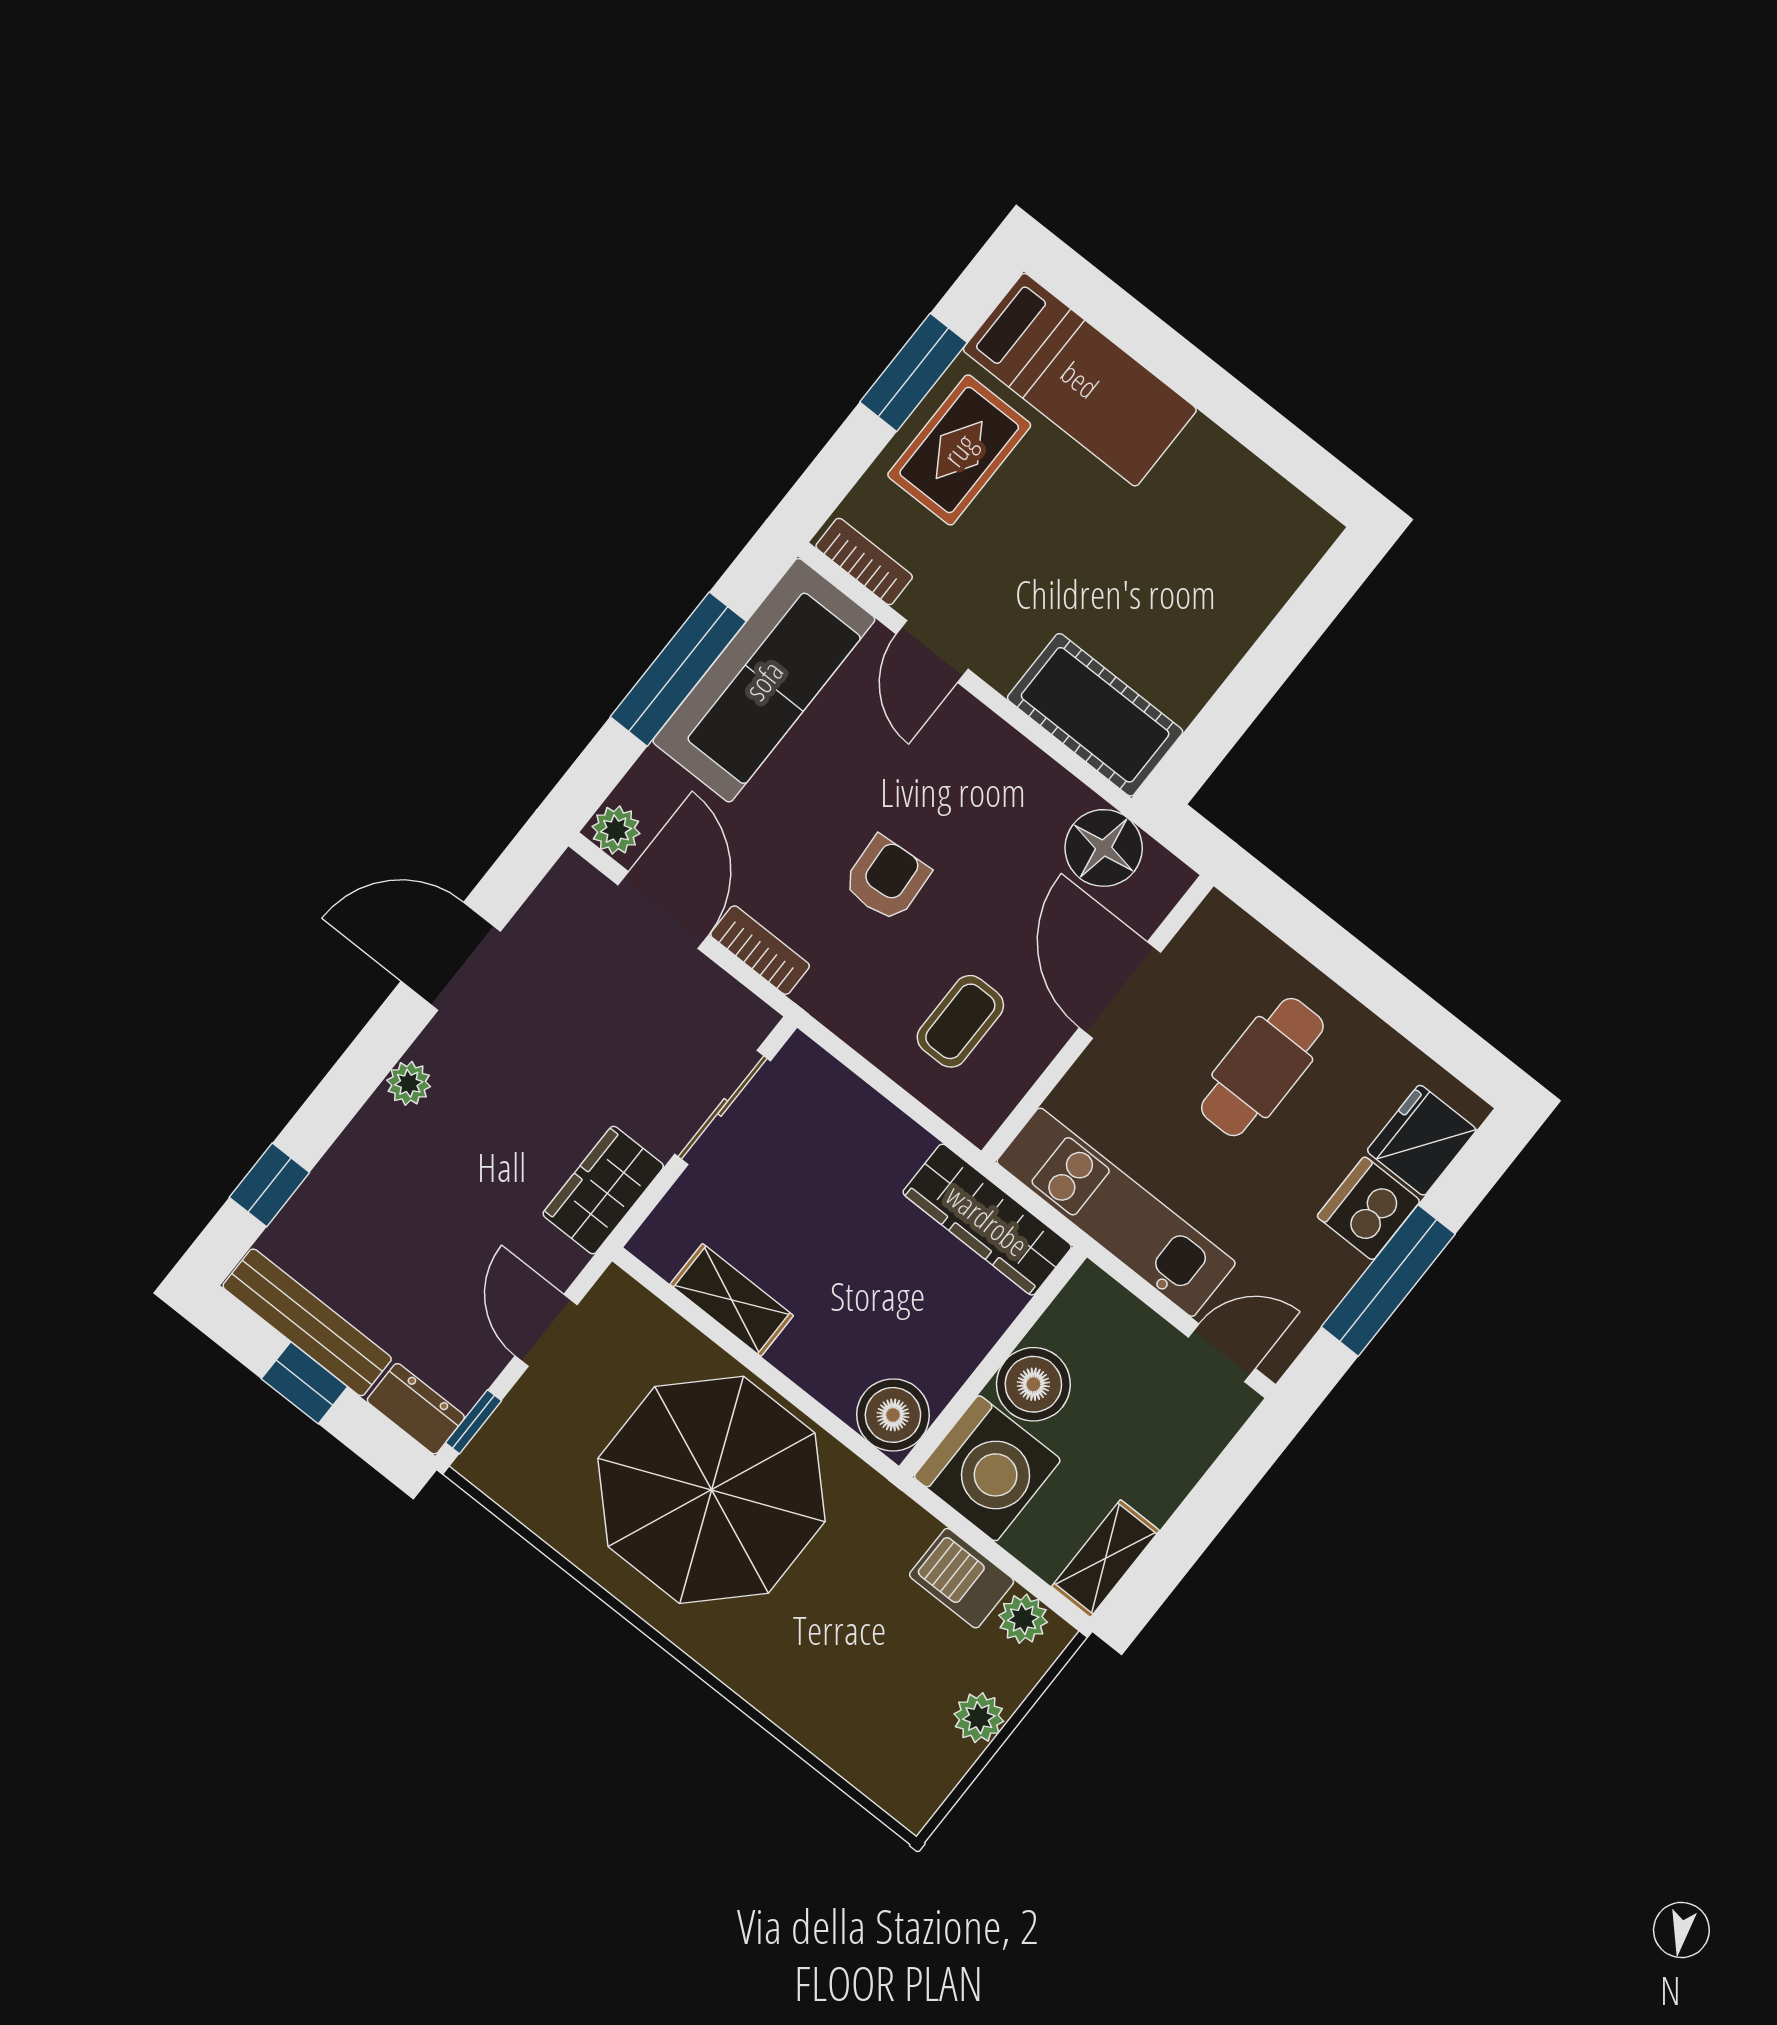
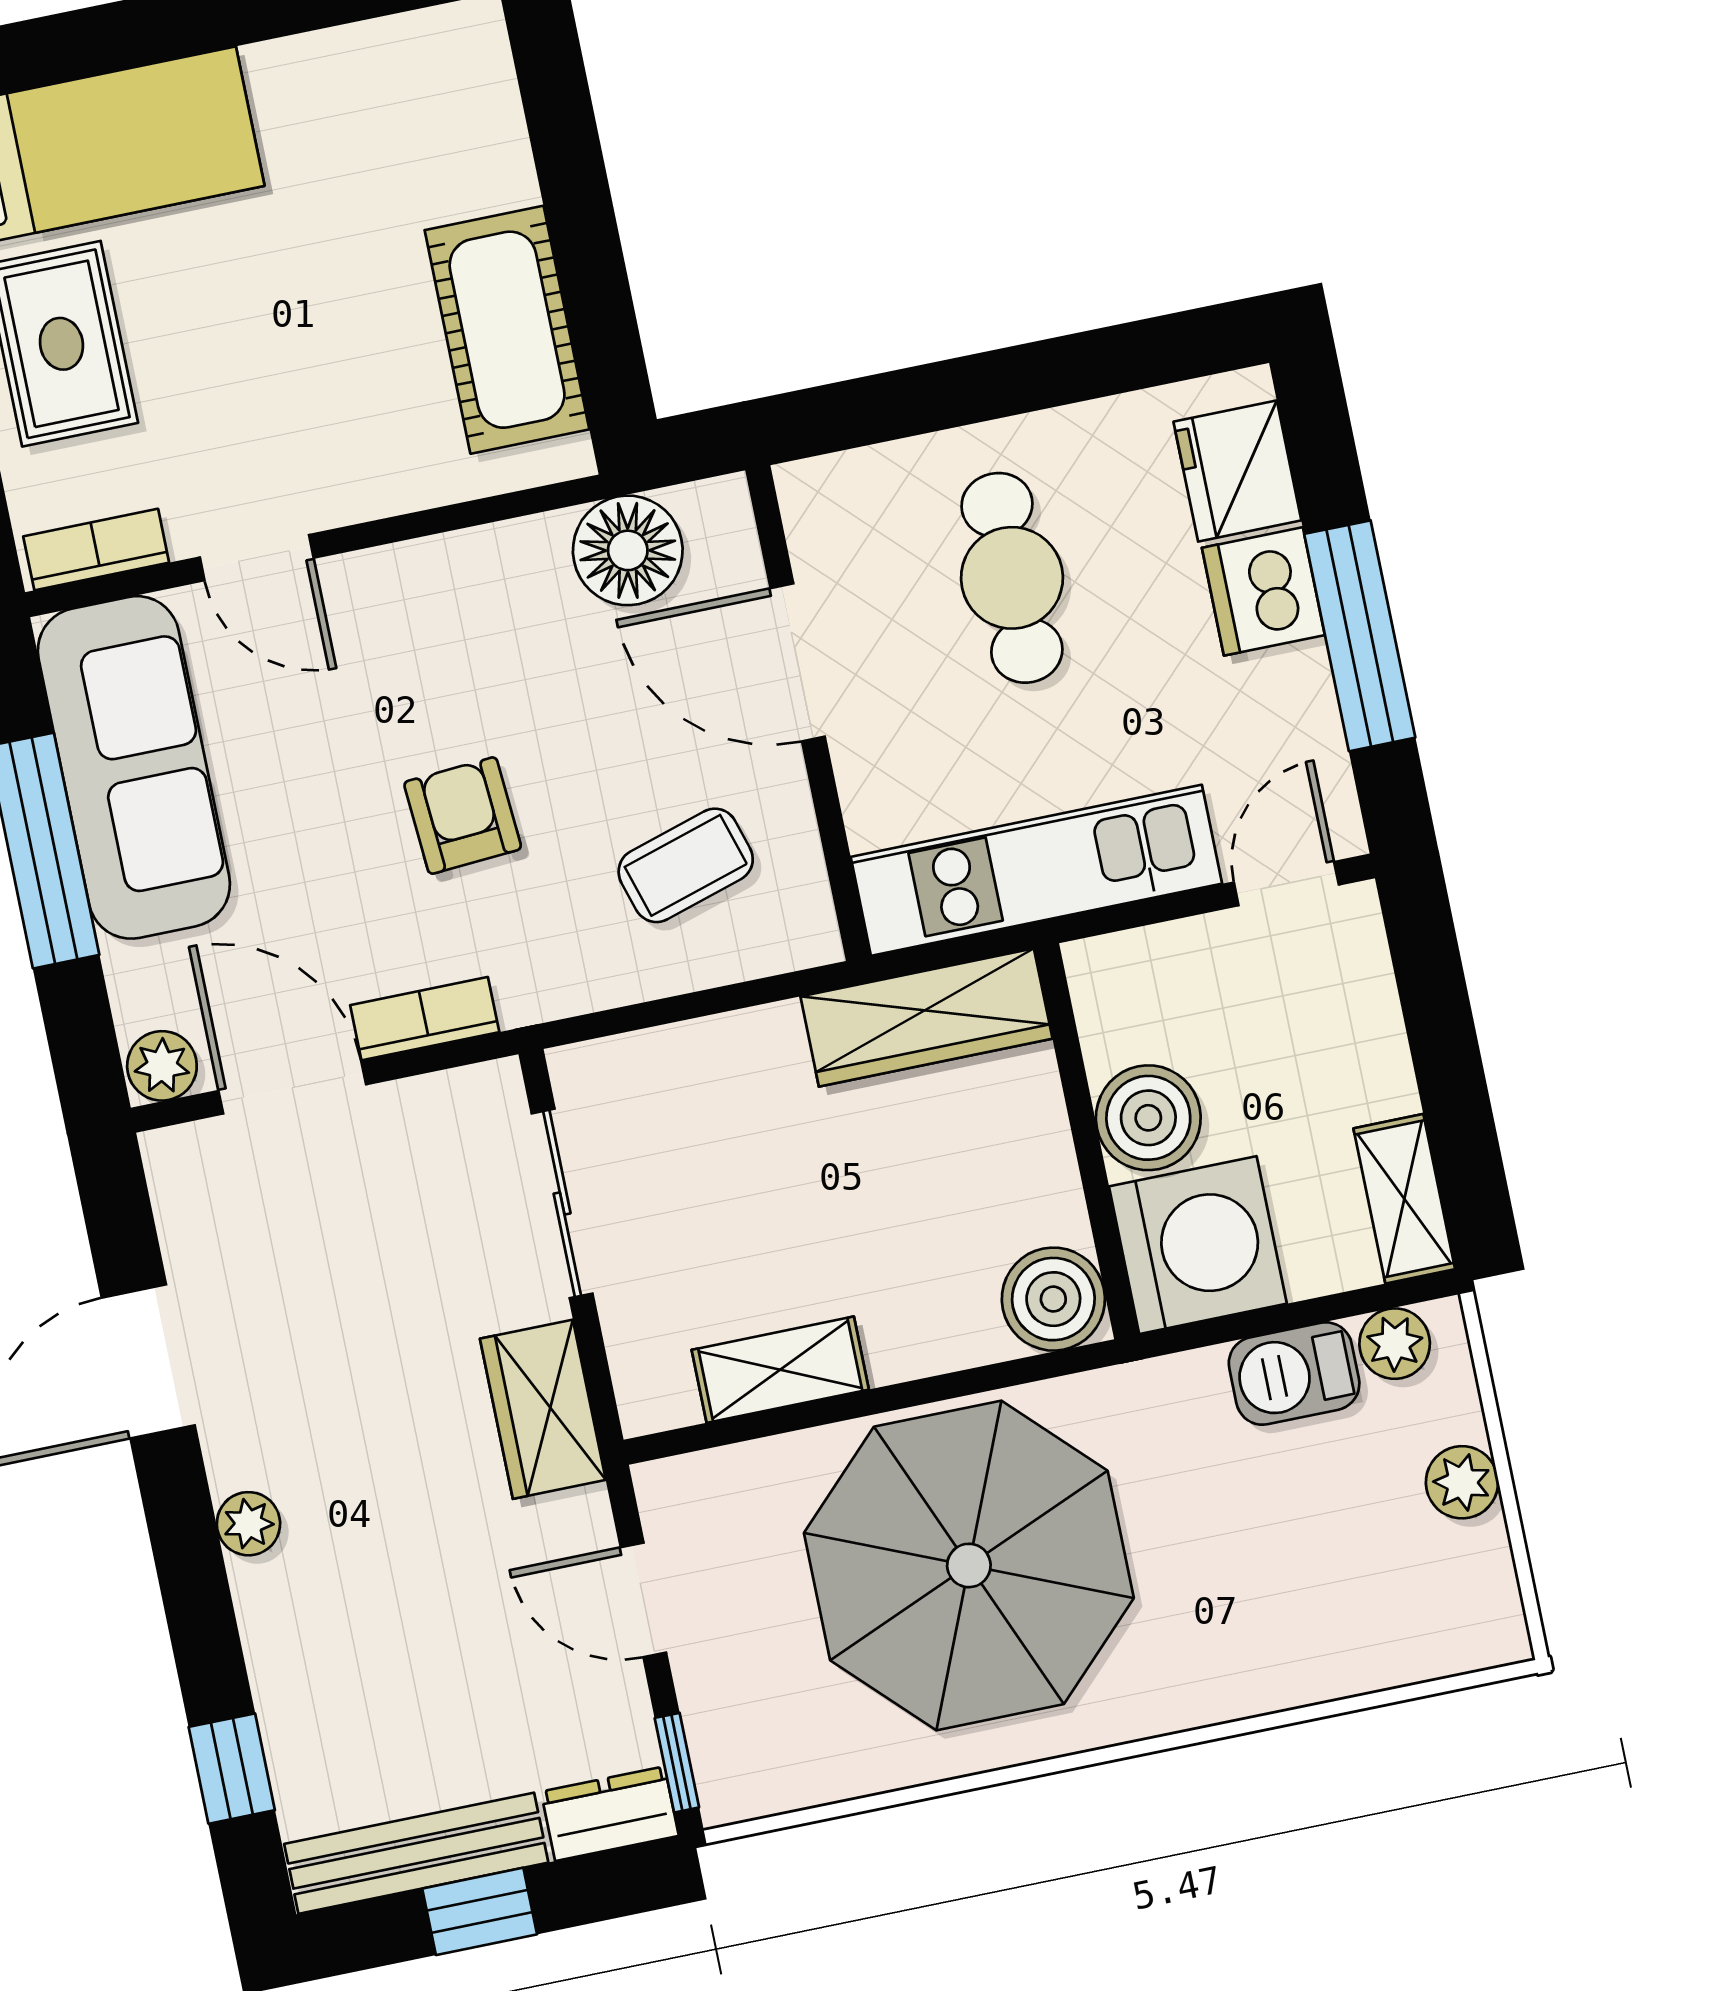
cot: (1095, 715) -> (507, 330), moved, turned 90
coffee table: (960, 1021) -> (686, 865), turned 73

